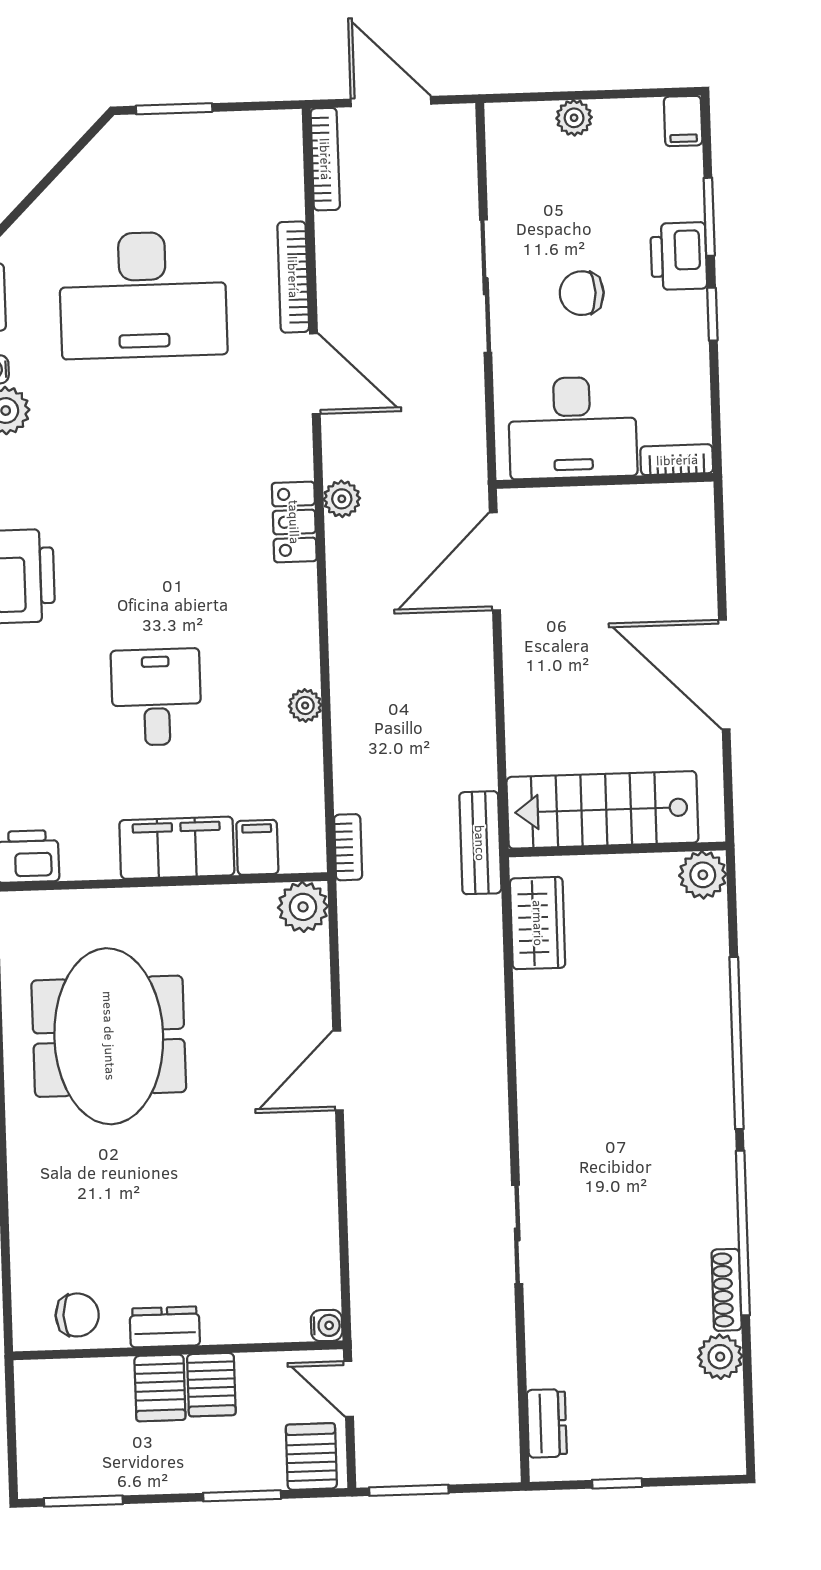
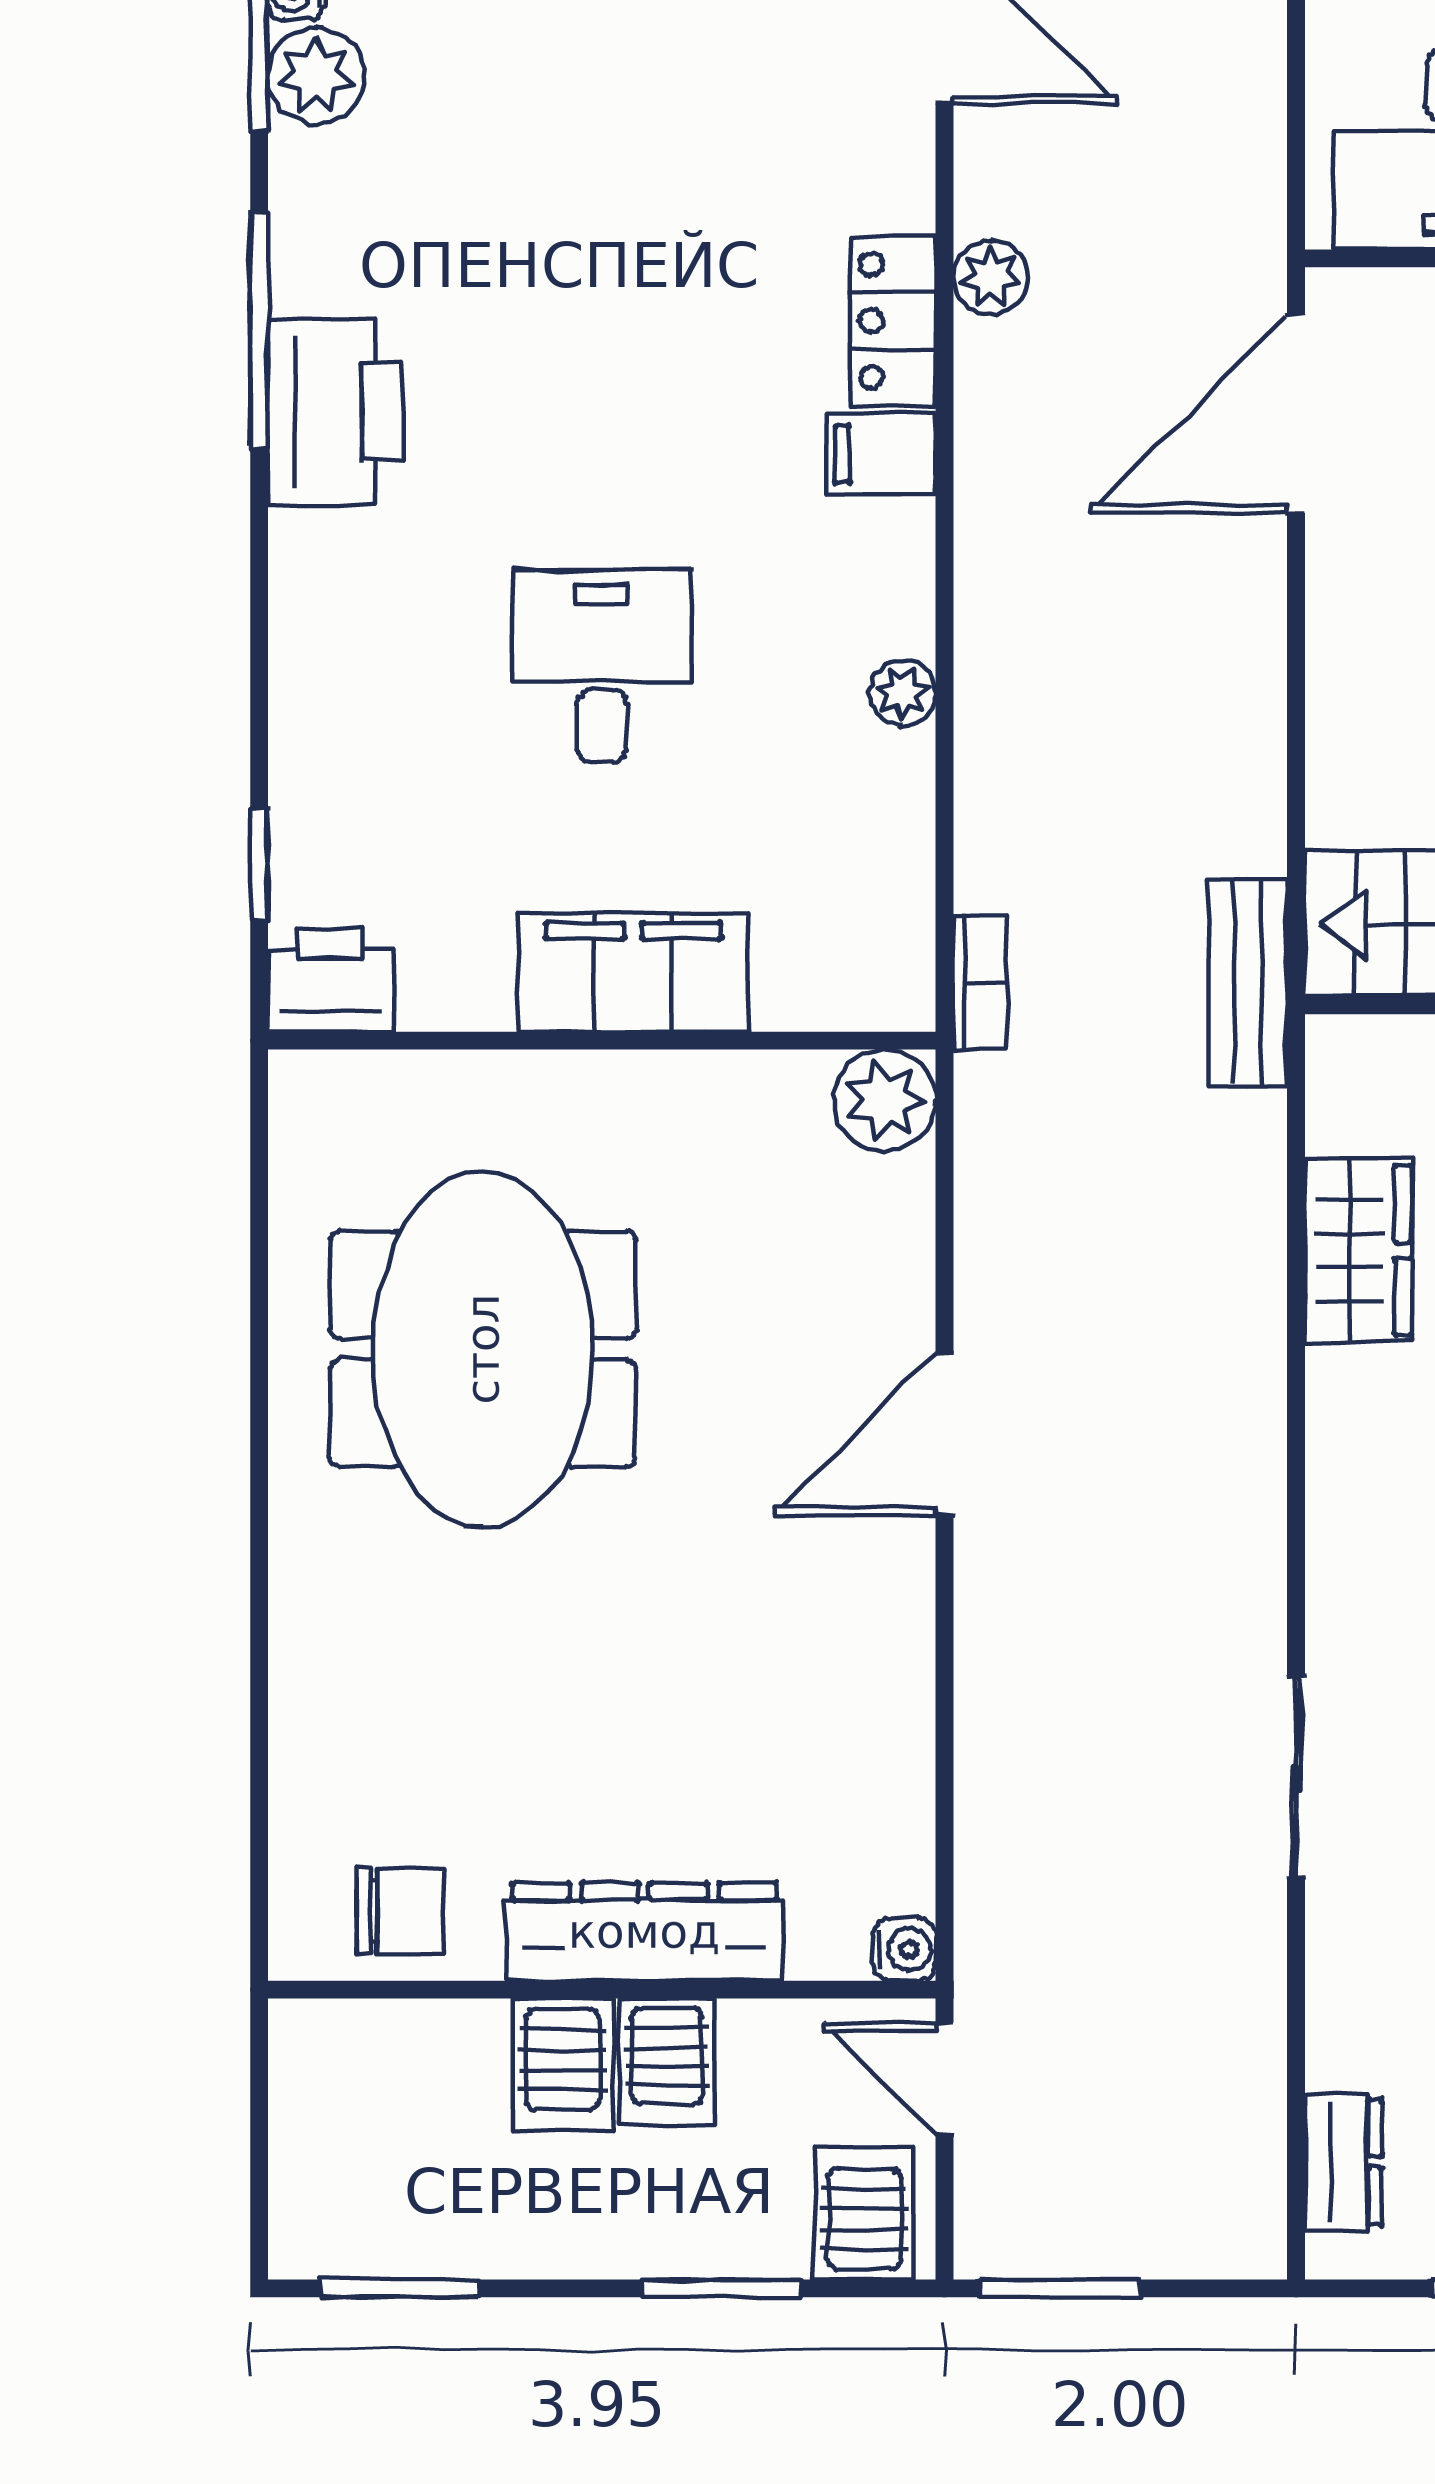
filing cabinet: (257, 847) -> (881, 454), moved, turned -90
wardrobe: (538, 923) -> (1358, 1250), moved
dresser: (165, 1327) -> (644, 1932), width x1.96, depth x1.24

